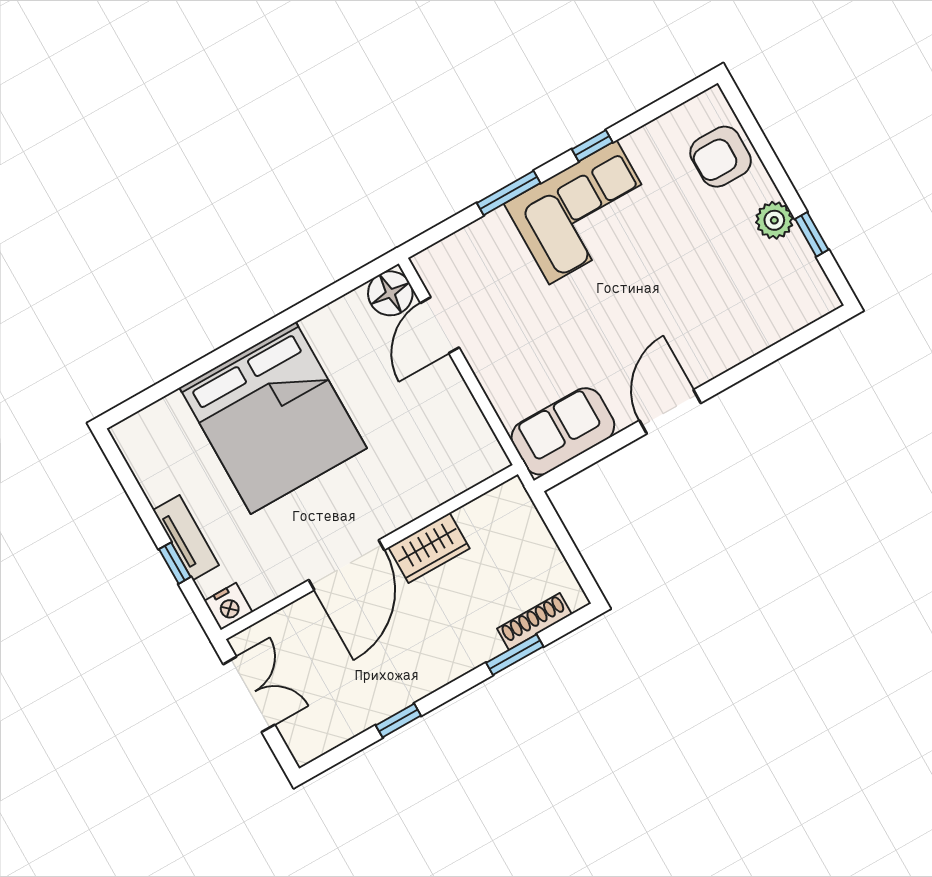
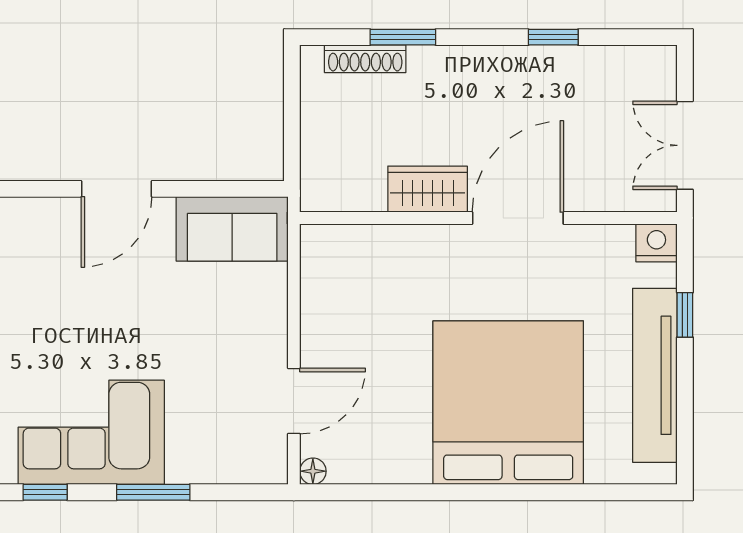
floor lamp: (390, 293) -> (313, 471), width x0.53, depth x0.53
tv unit: (186, 538) -> (655, 375), width x1.92, depth x1.29

